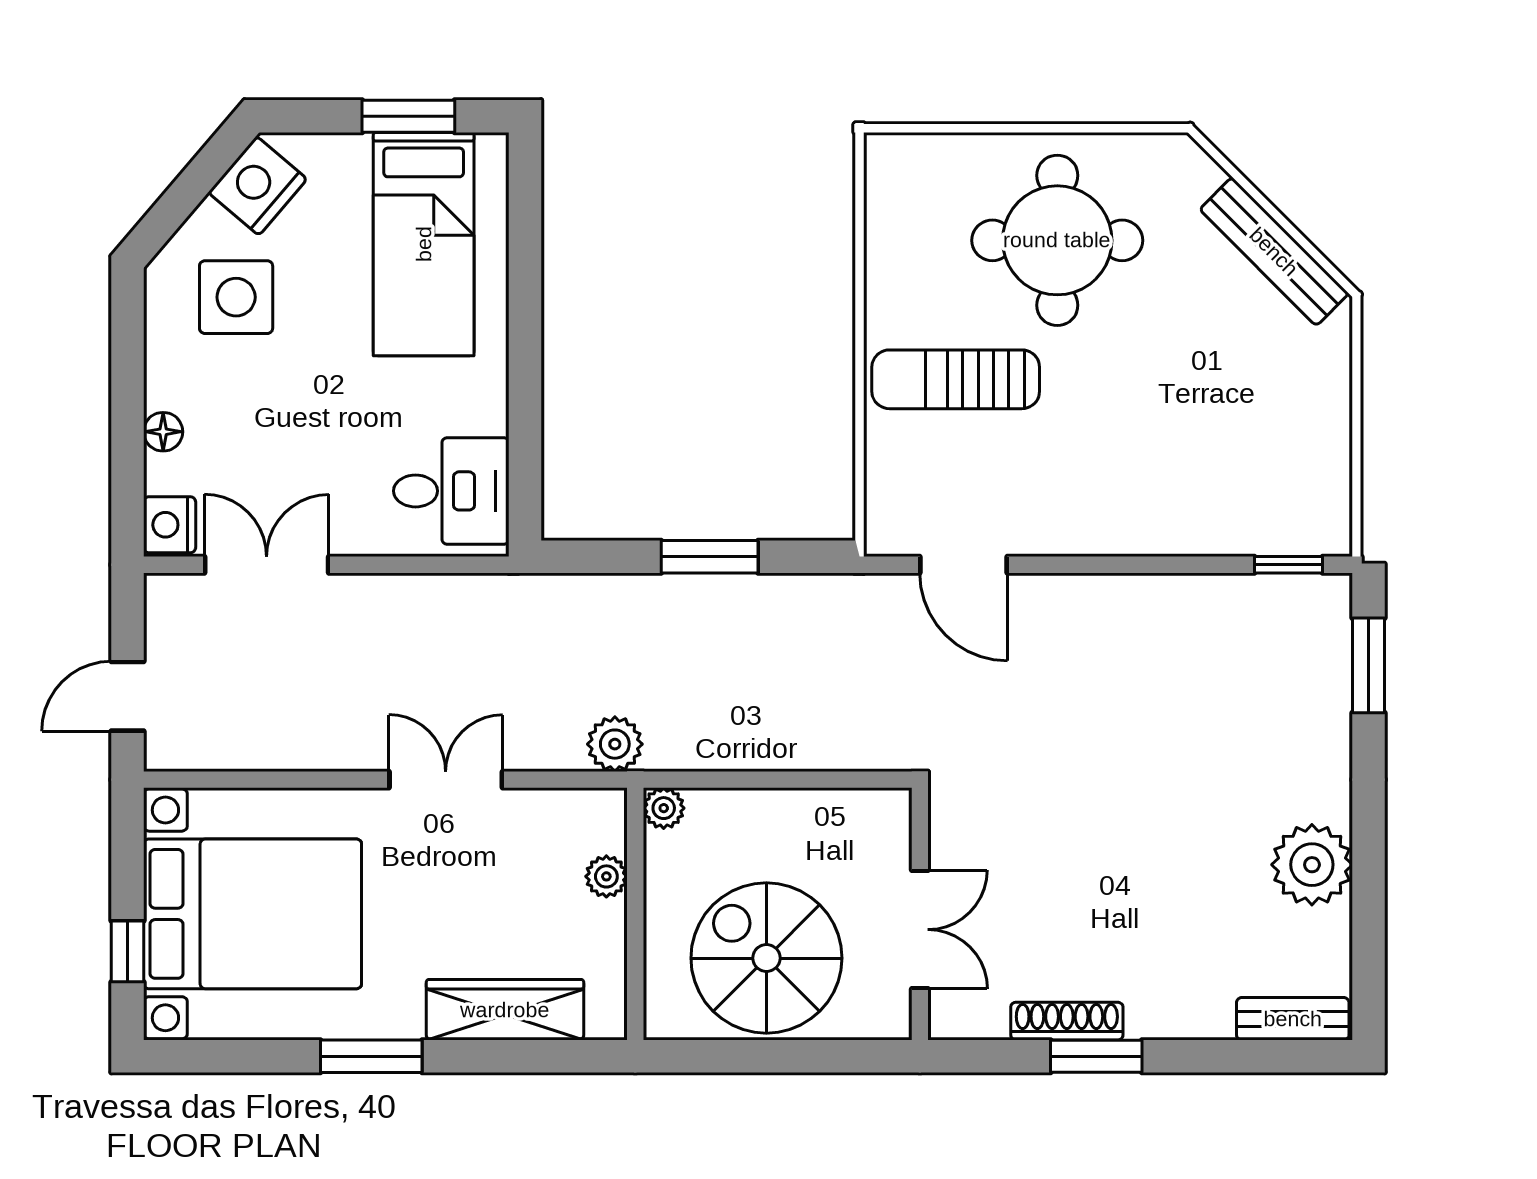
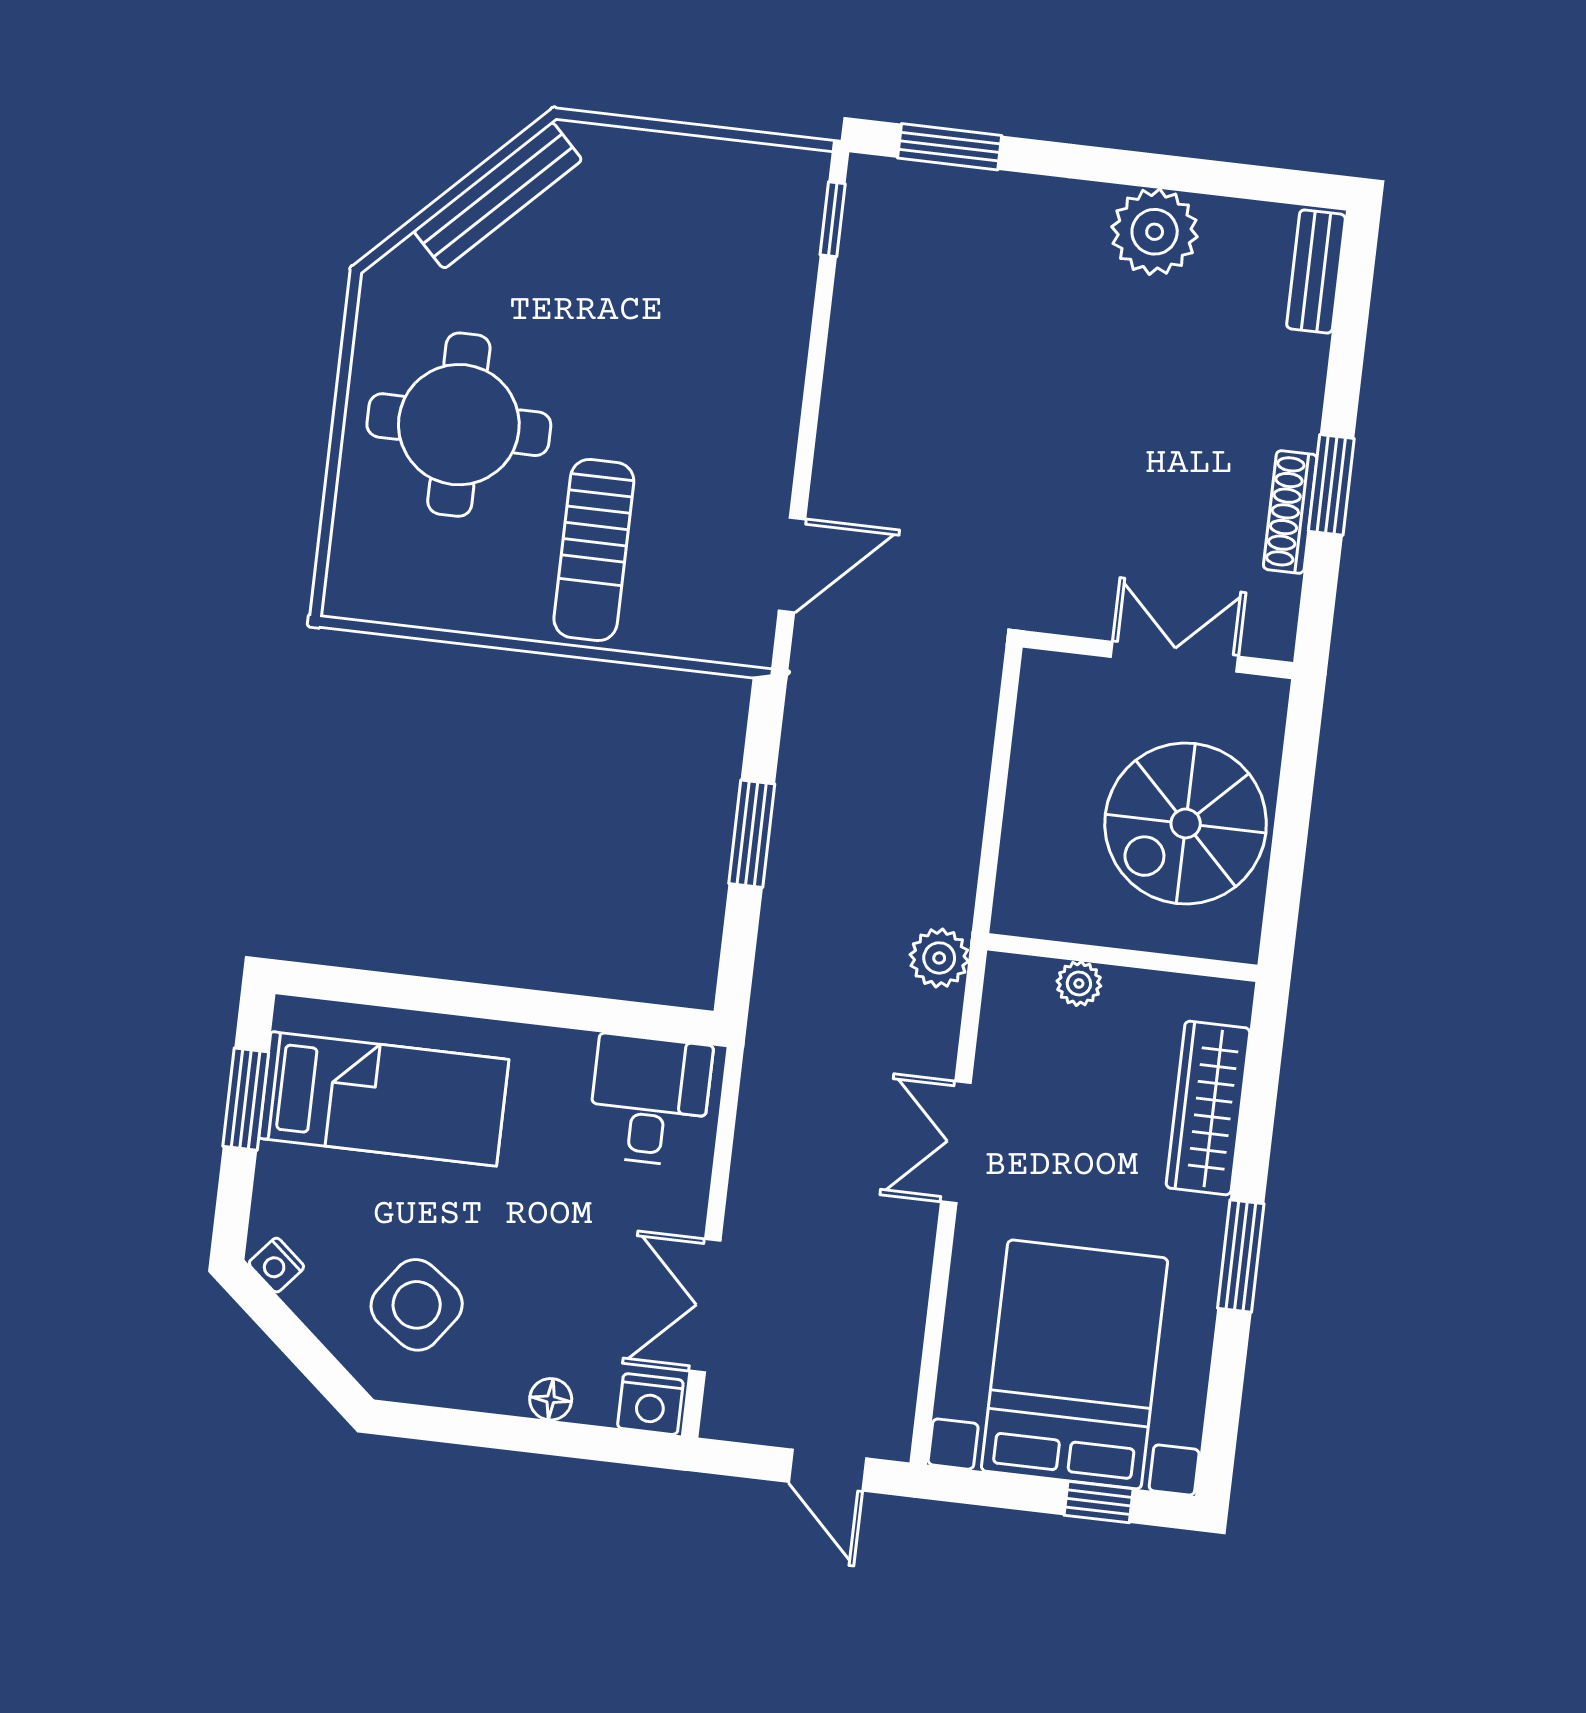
nightstand: (258, 186) -> (276, 1265), width x0.53, depth x0.56
side table: (236, 297) -> (417, 1305), turned 36
plant: (664, 808) -> (1013, 914), removed

